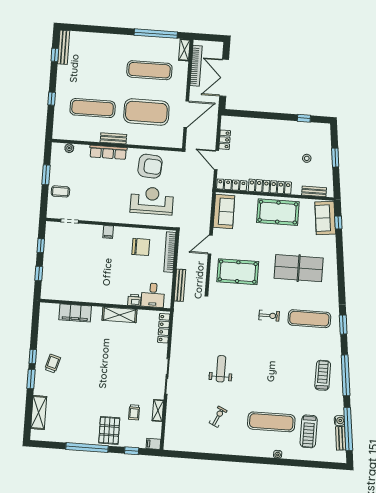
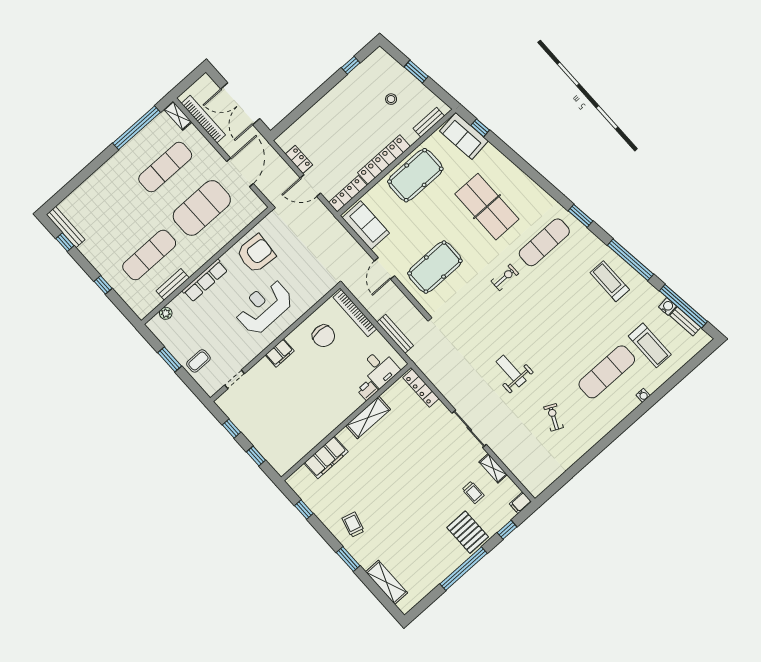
bench: (113, 138) -> (173, 284), moved
reception desk: (152, 201) -> (264, 307), moved
filing cabinet: (108, 232) -> (280, 353), width x2.00
chair: (141, 247) -> (324, 336), turned 91
table tennis table: (299, 268) -> (487, 207), turned 90
window: (33, 357) -> (304, 509), moved

